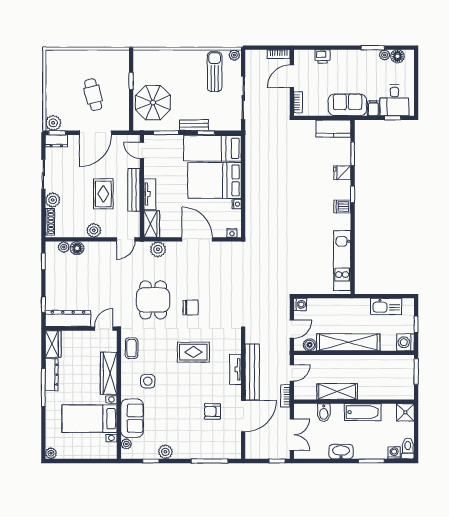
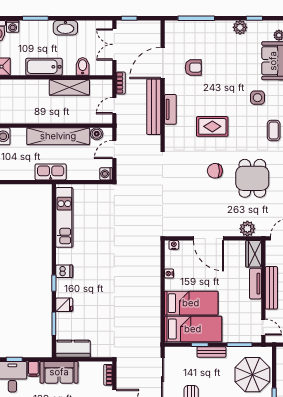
bed: (214, 180) -> (191, 303), width x0.67
kitchen sink: (386, 306) -> (51, 172), moved

